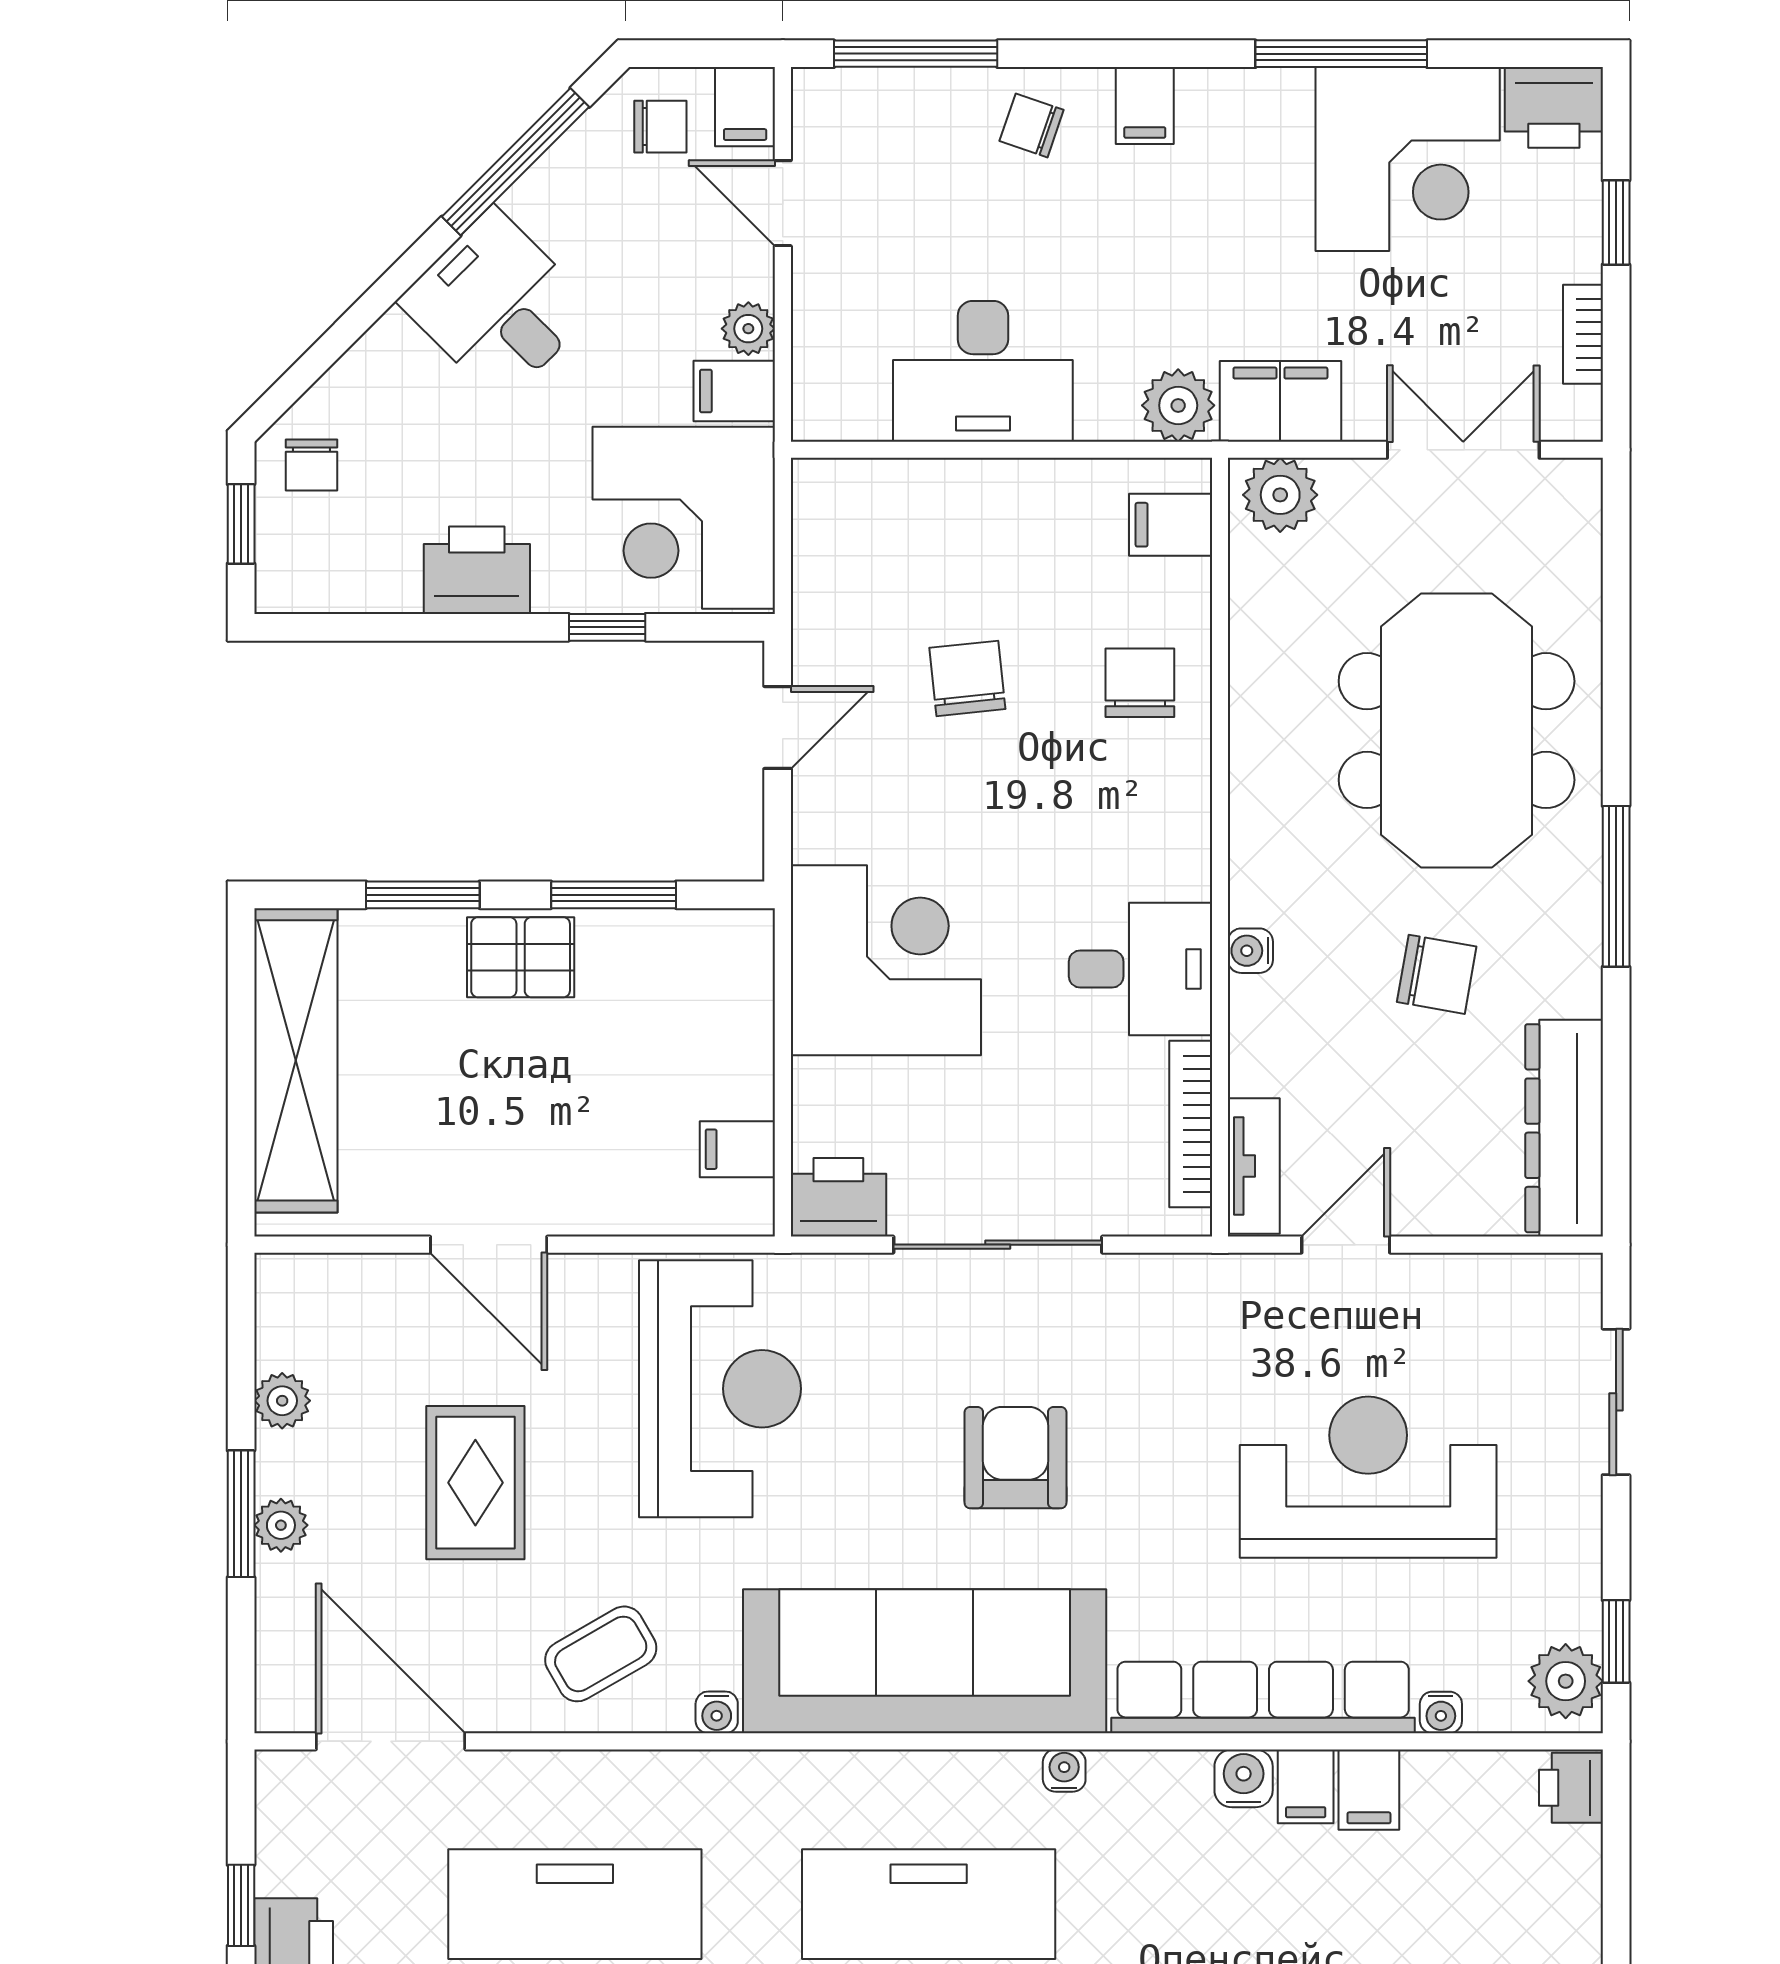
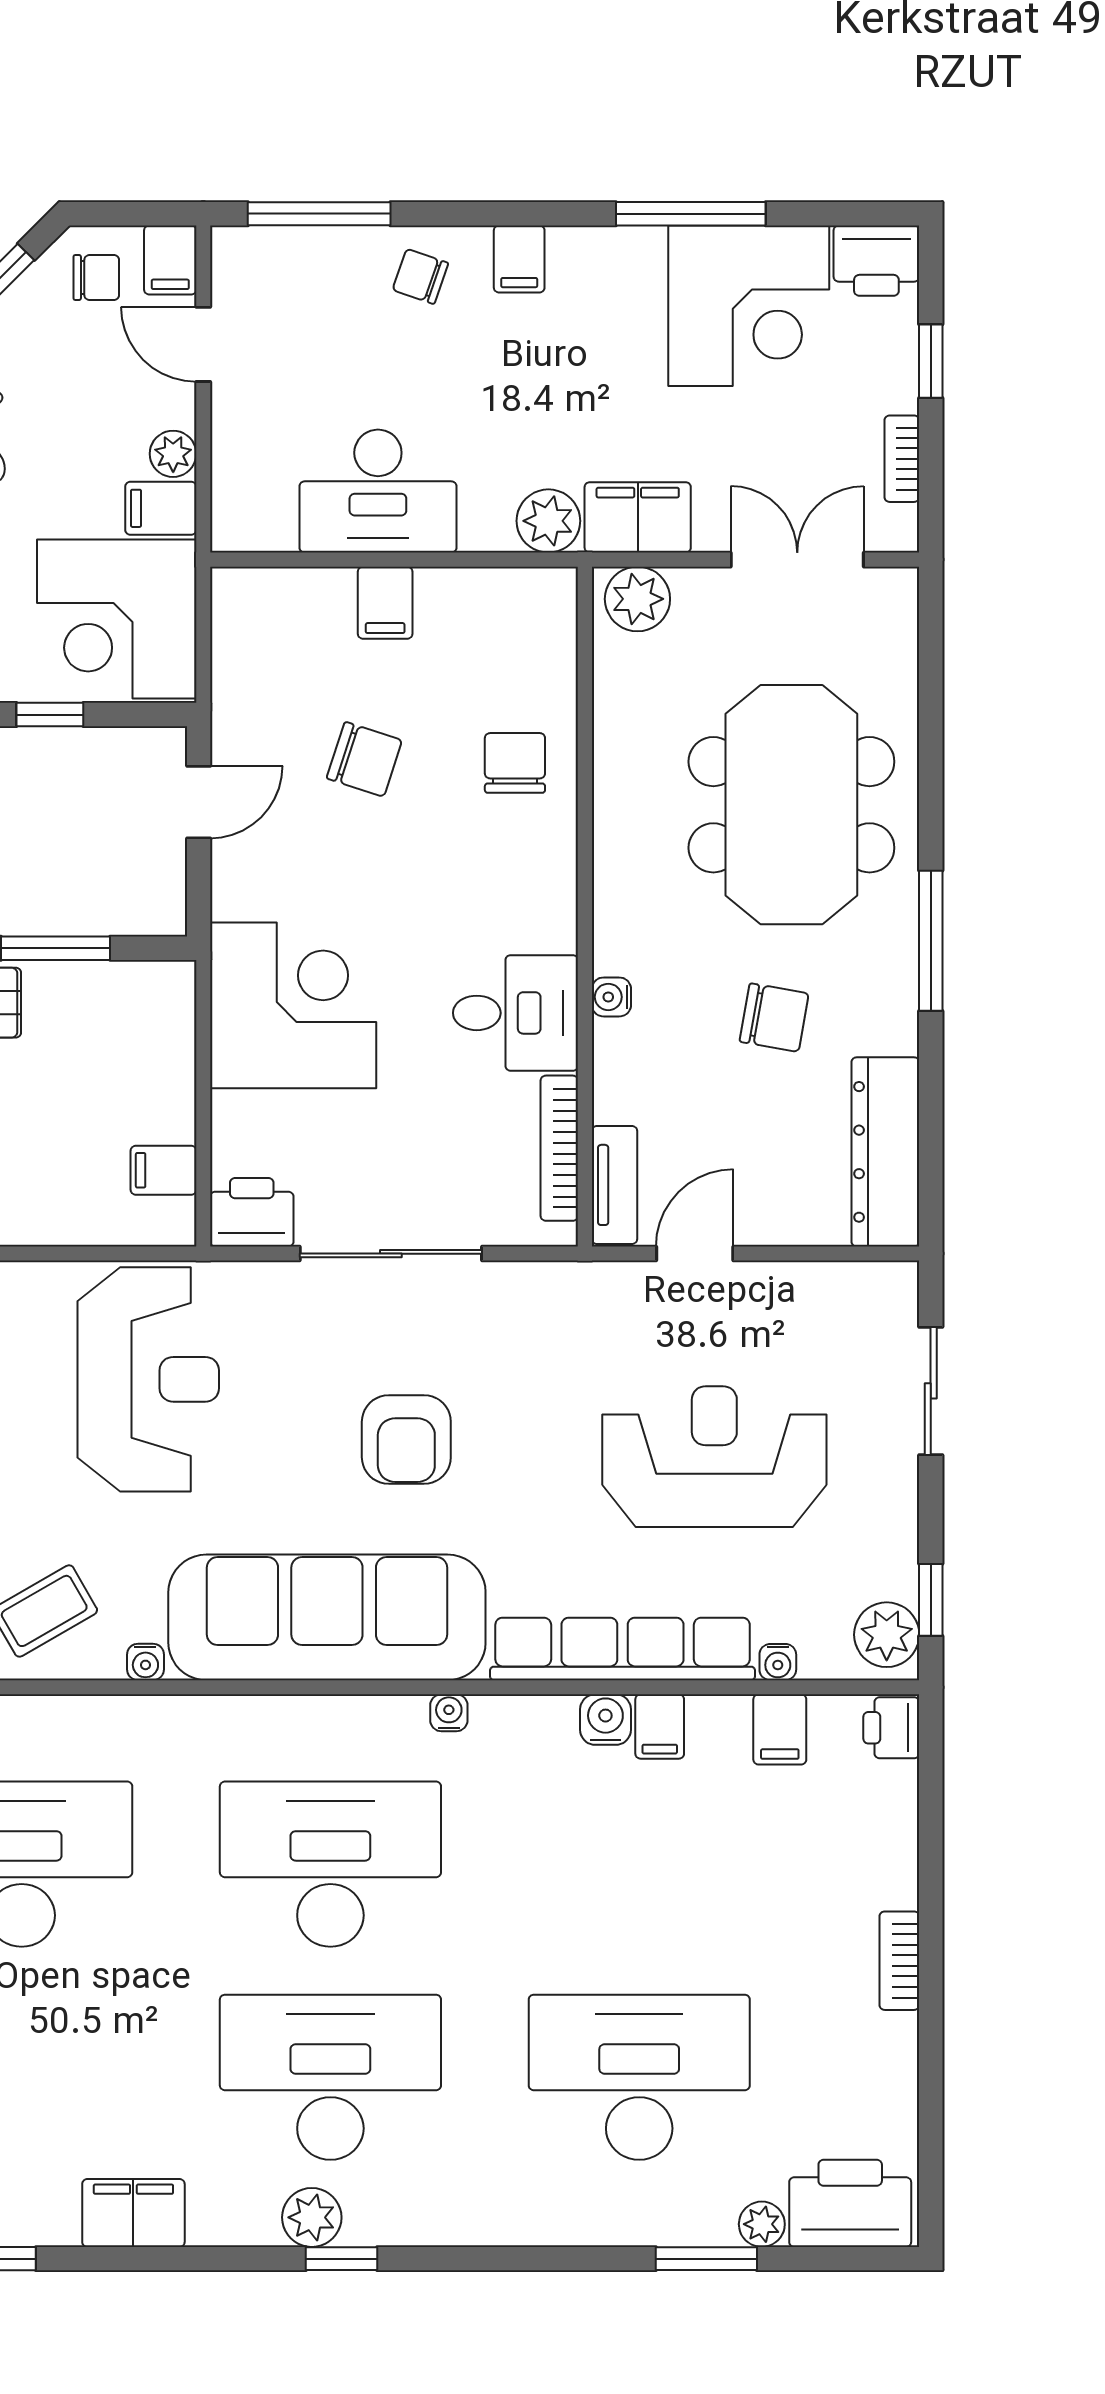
filing cabinet: (1171, 525) -> (385, 603), moved, turned -90
chair: (967, 678) -> (364, 759), turned 114
armchair: (1015, 1458) -> (406, 1439), turned 180
filing cabinet: (1369, 1790) -> (780, 1729), moved

